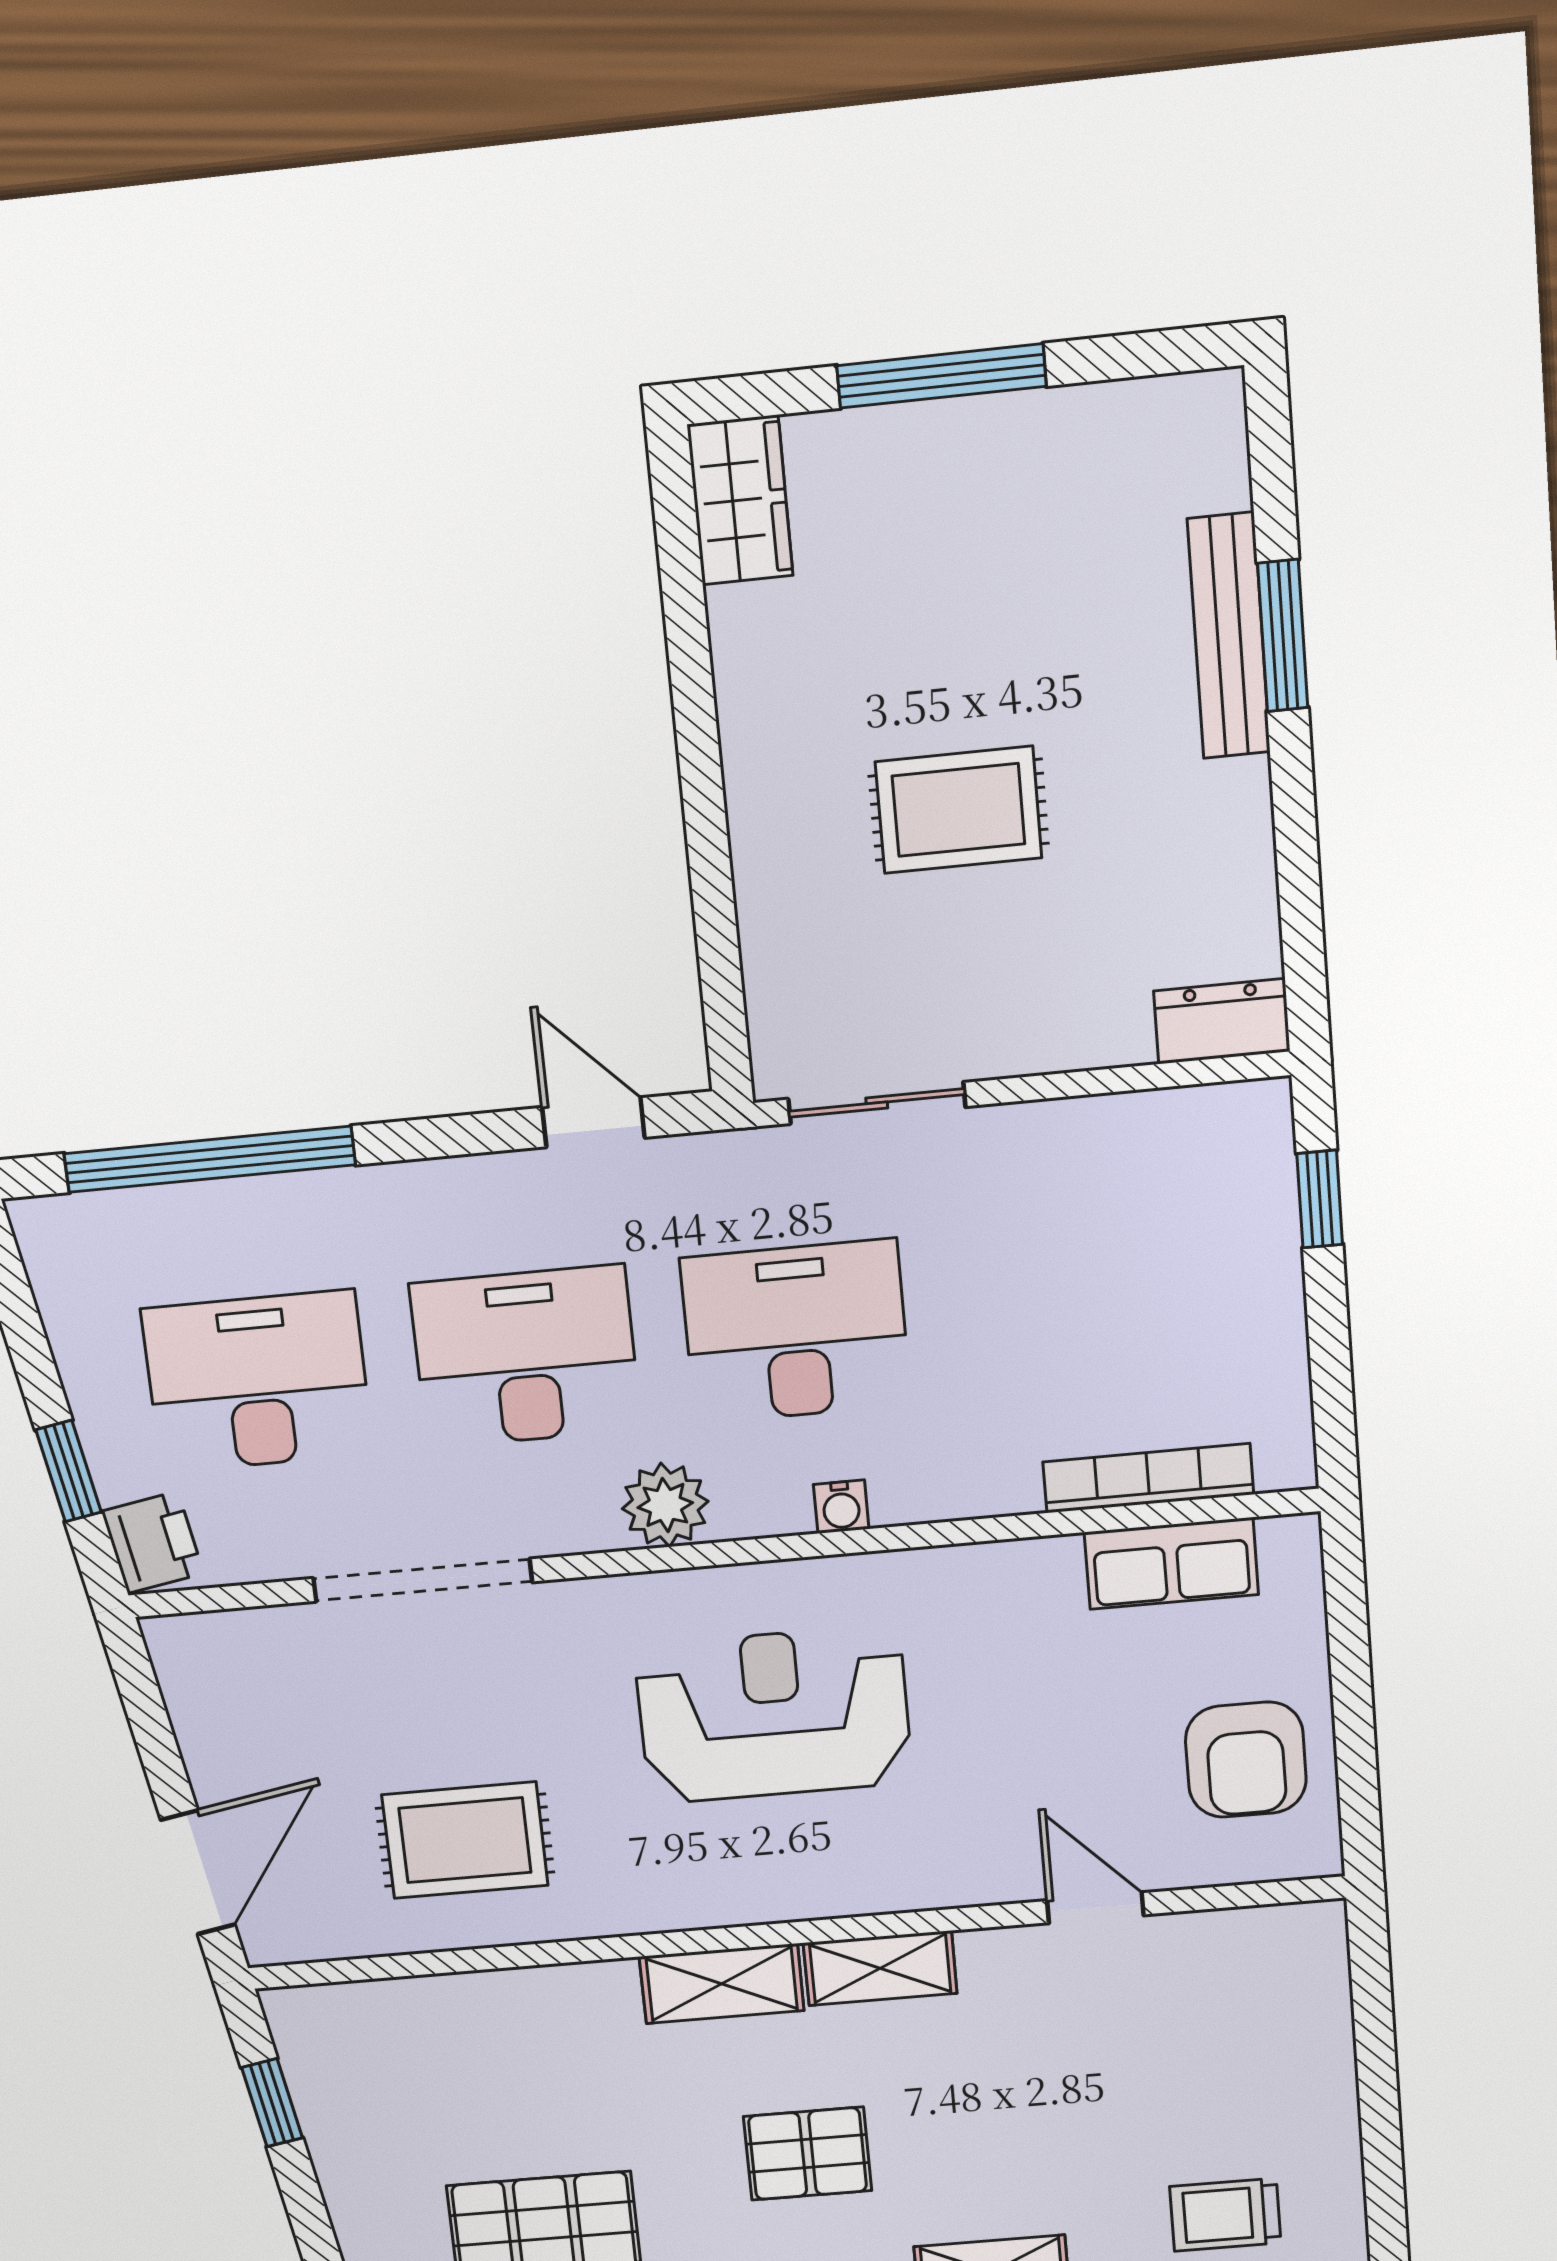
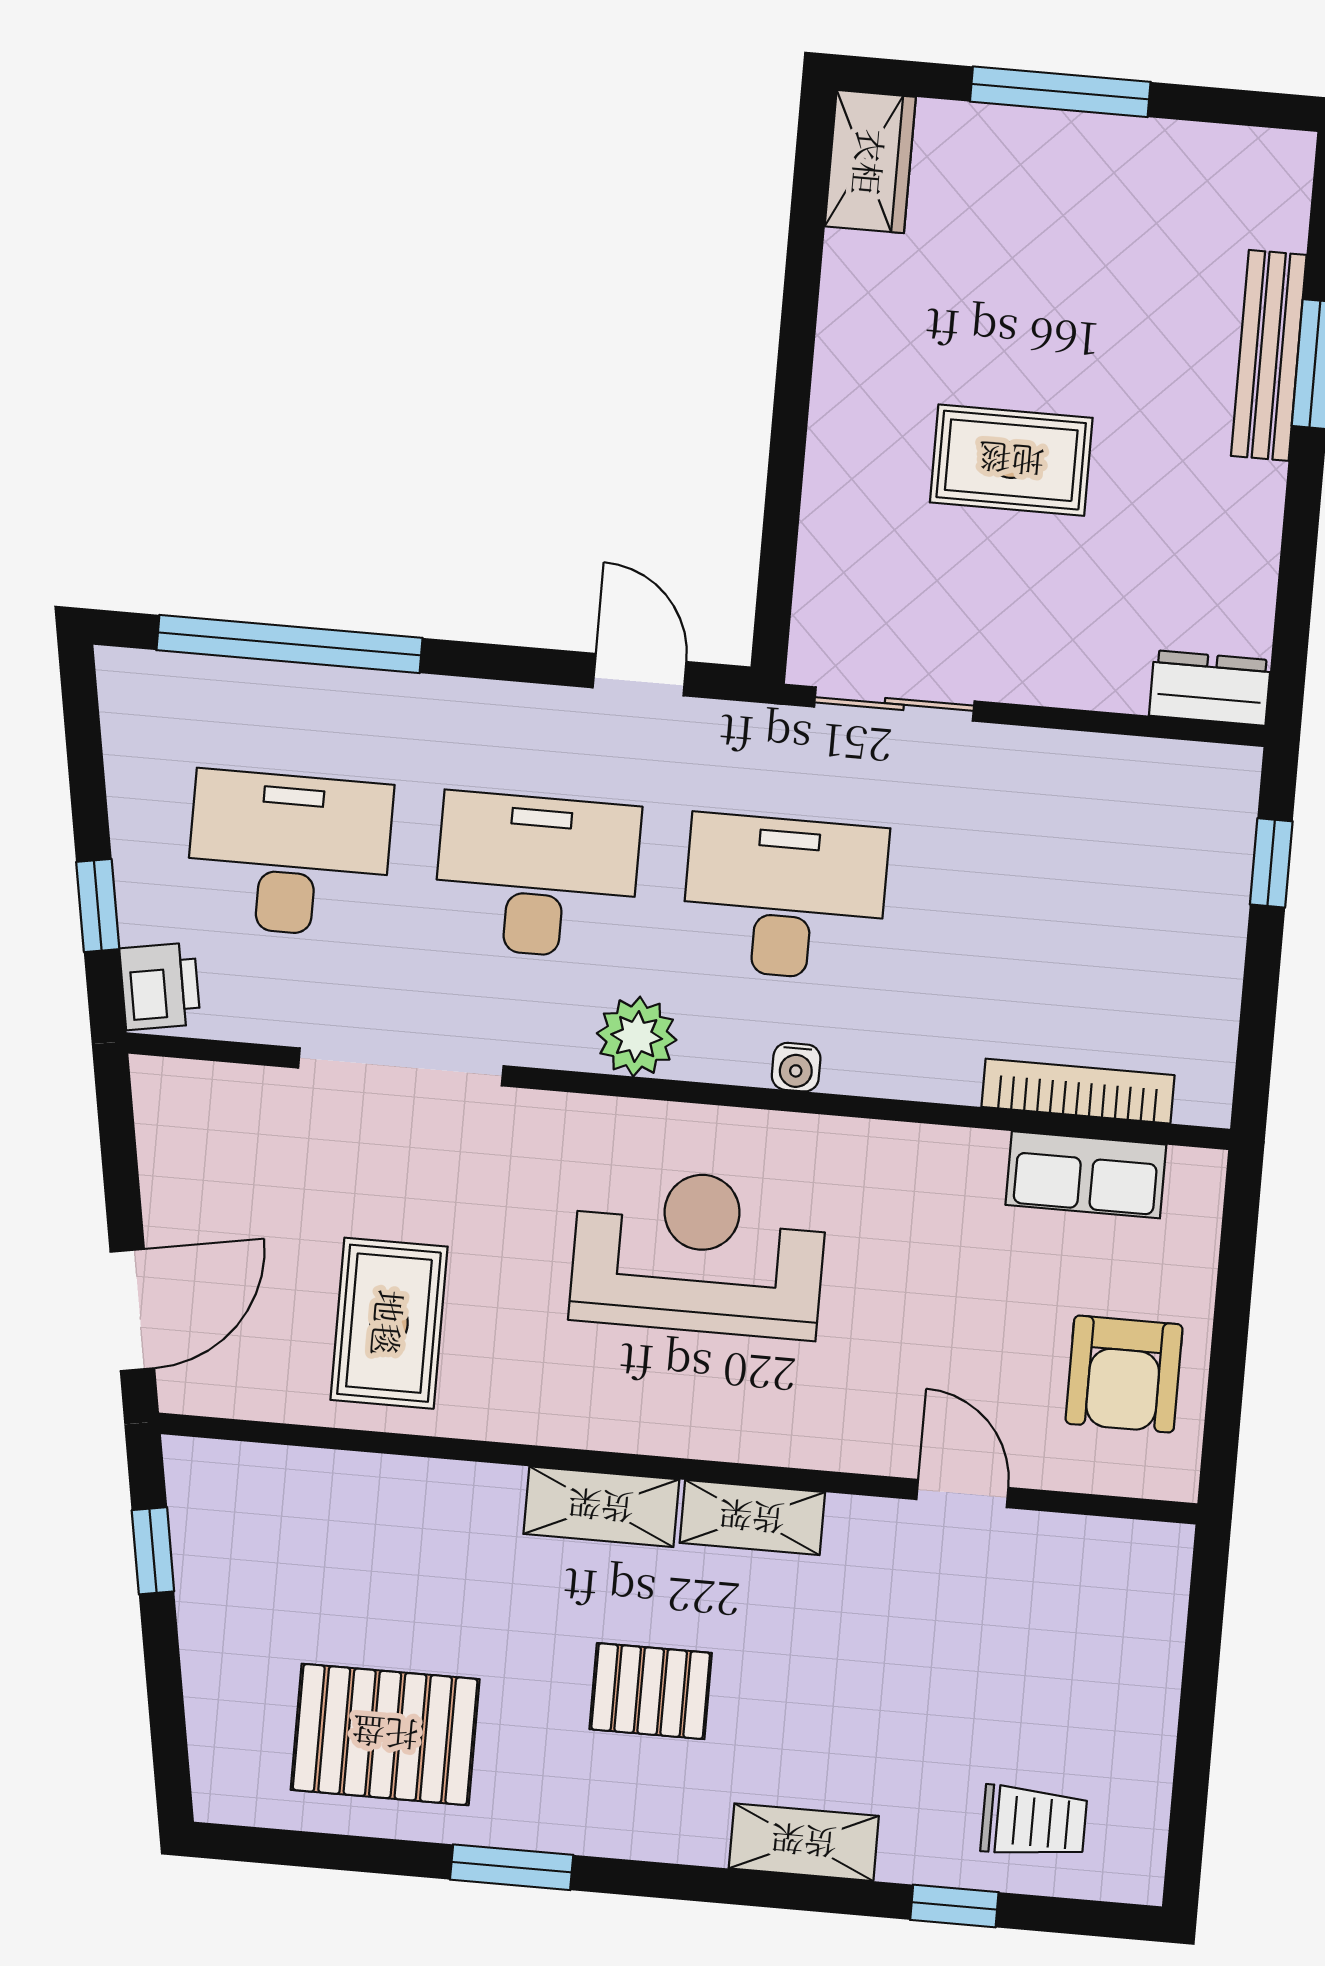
rug: (465, 1840) -> (389, 1323), turned 90
trolley: (1225, 2215) -> (1034, 1822), turned 180

